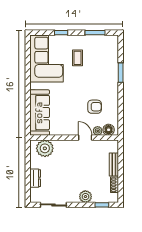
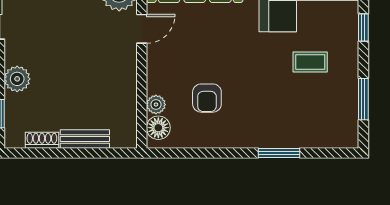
door: (85, 138) -> (142, 29), moved

